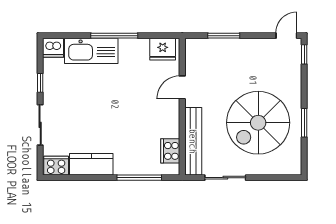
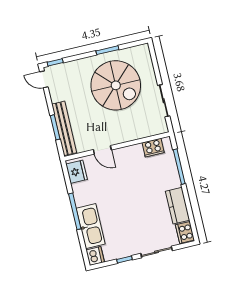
bench: (193, 141) -> (64, 128), moved, turned 90

